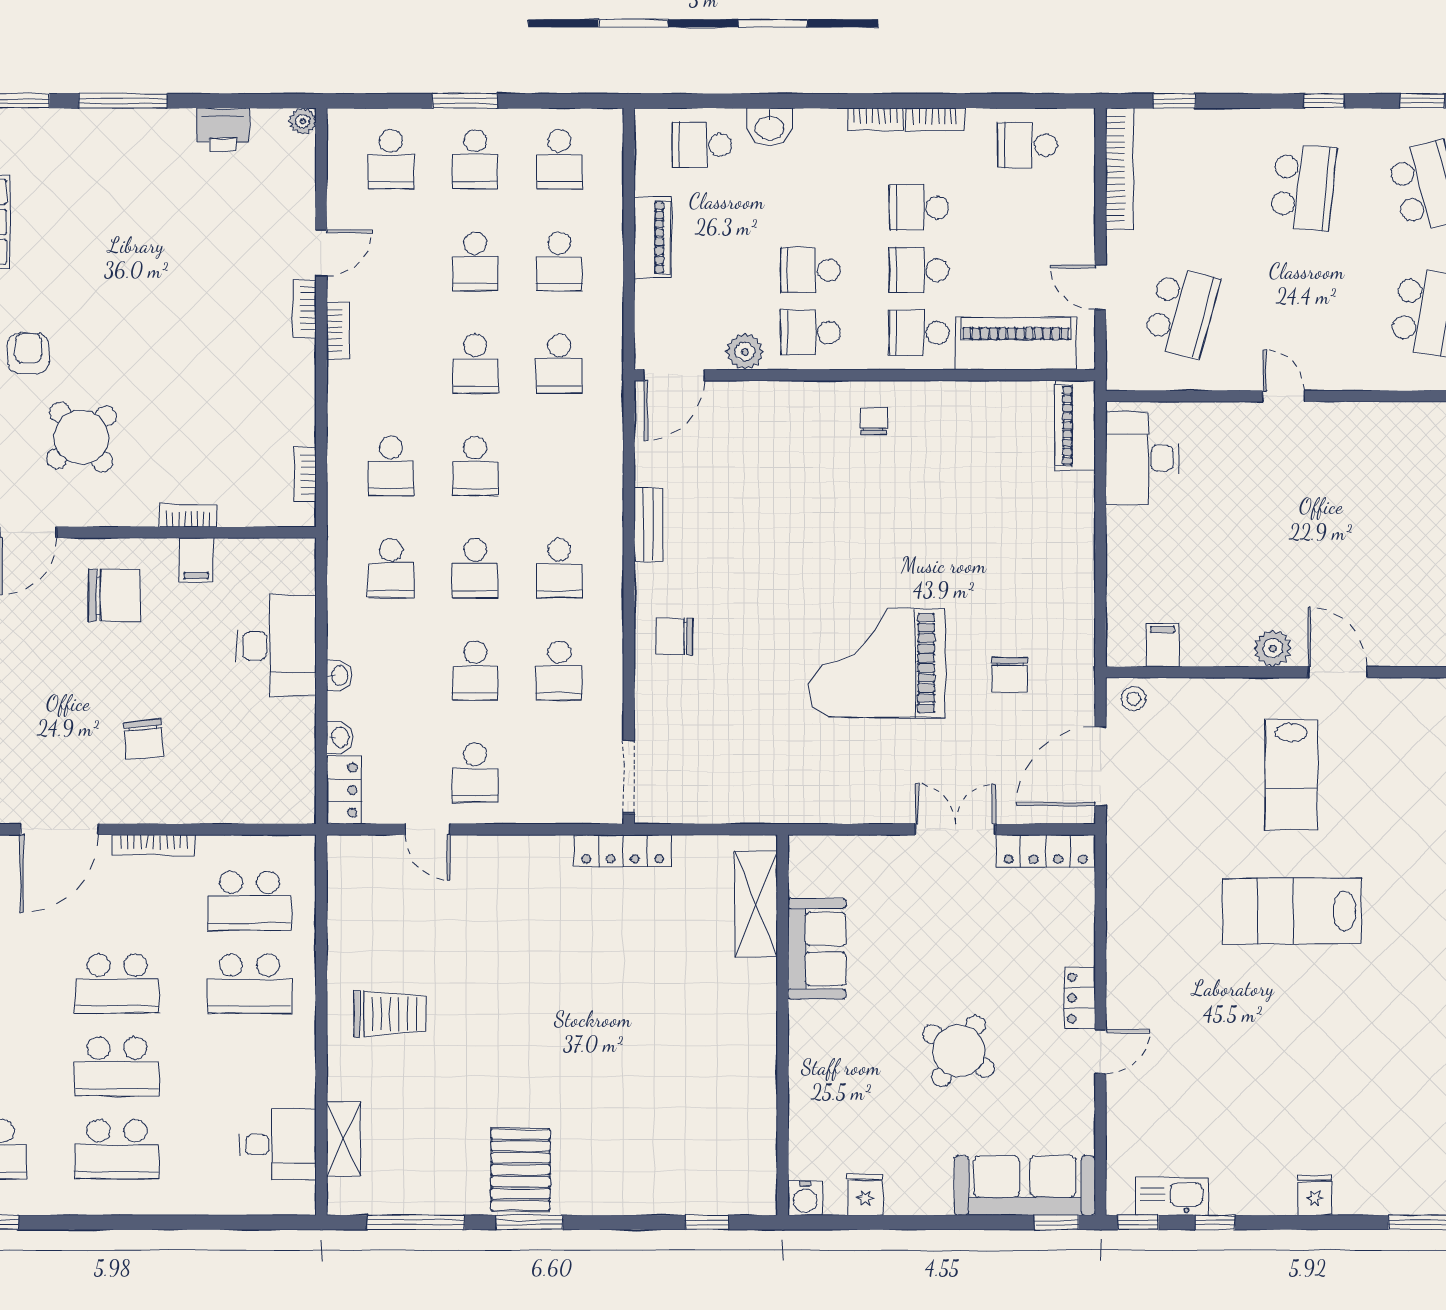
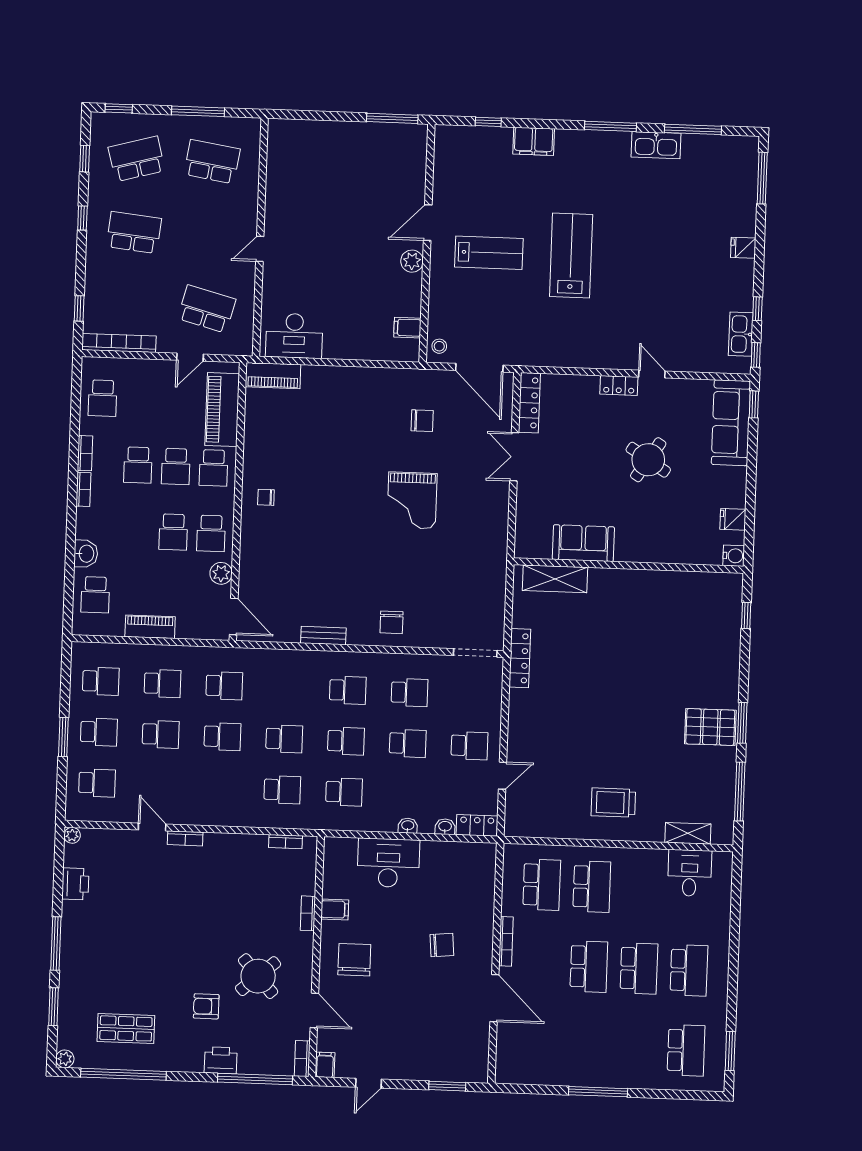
bookcase: (338, 330) -> (199, 819), removed
grand piano: (877, 663) -> (412, 500), width x0.73, depth x0.68
lab bench: (1292, 911) -> (571, 255), turned 180
trolley: (390, 1014) -> (613, 803), turned -90

